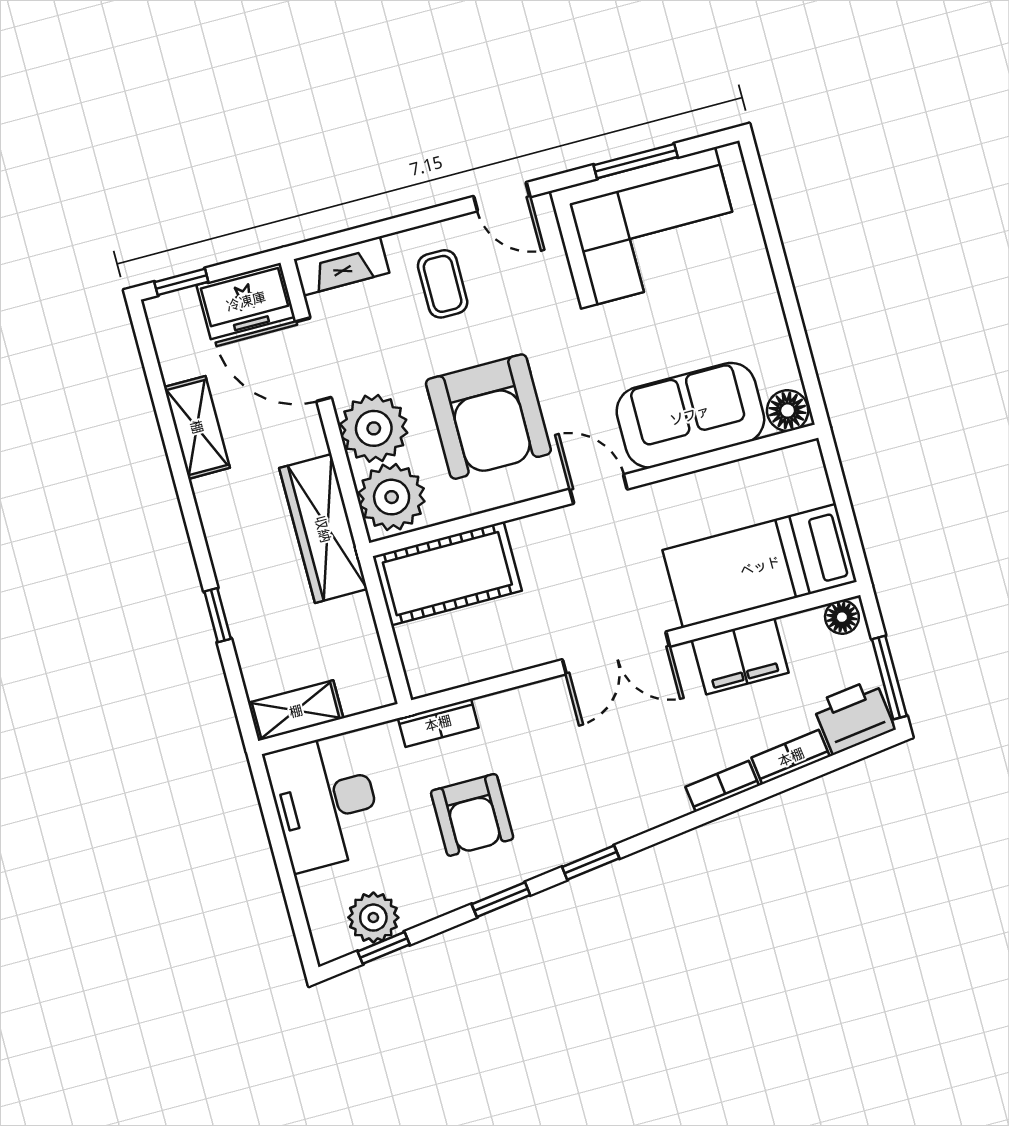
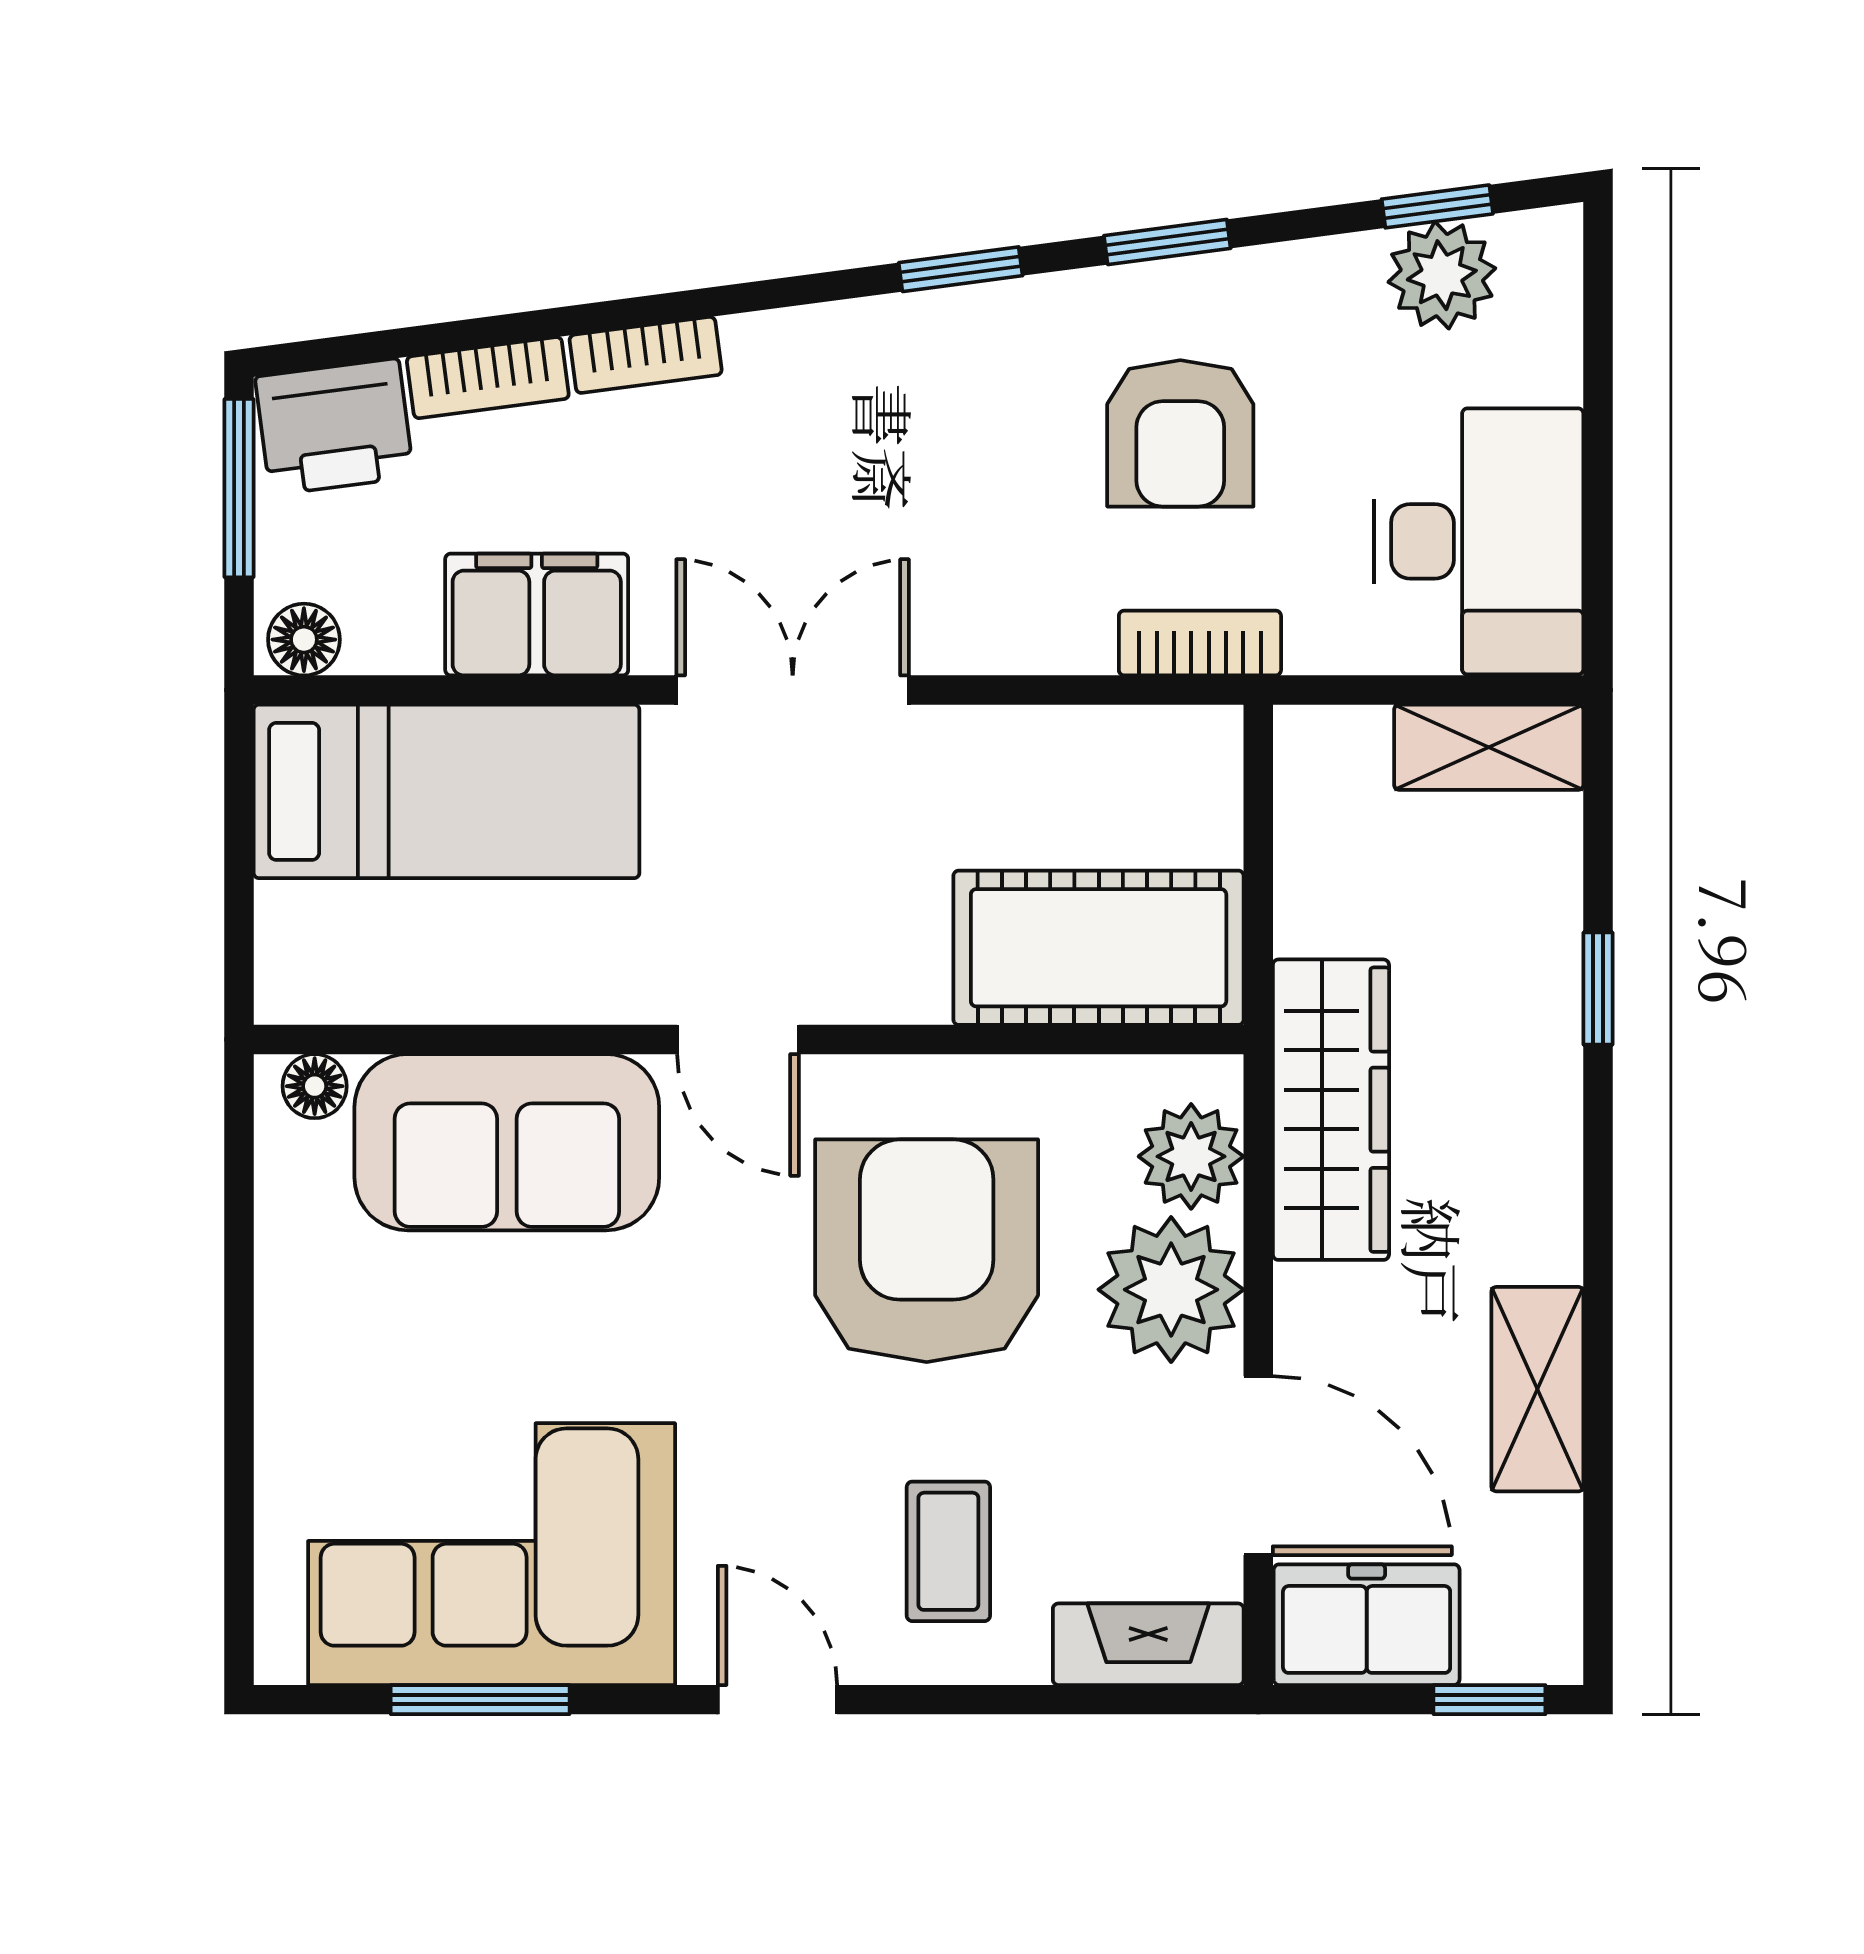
floor lamp: (788, 411) -> (315, 1086), width x0.73, depth x0.73
plant: (392, 497) -> (1191, 1156), width x0.73, depth x0.73
armchair: (472, 815) -> (1180, 433), turned 180

